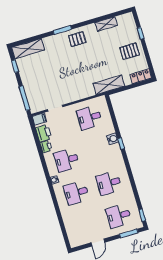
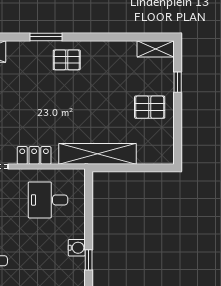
shelving: (106, 24) -> (156, 49), moved
locker: (141, 76) -> (34, 155), moved
shelving: (109, 85) -> (98, 154), width x1.47

